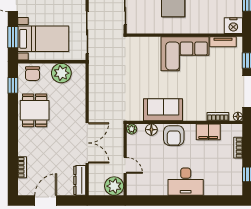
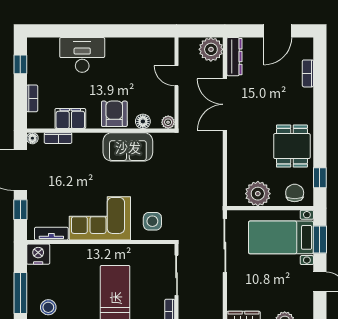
side table: (144, 51) -> (152, 221), added
desk: (186, 182) -> (82, 55), moved
plant: (114, 186) -> (211, 49), moved

